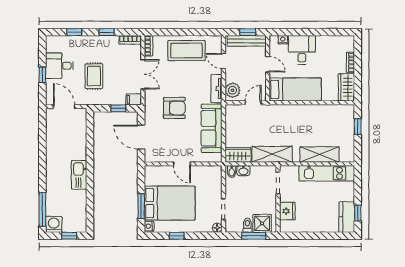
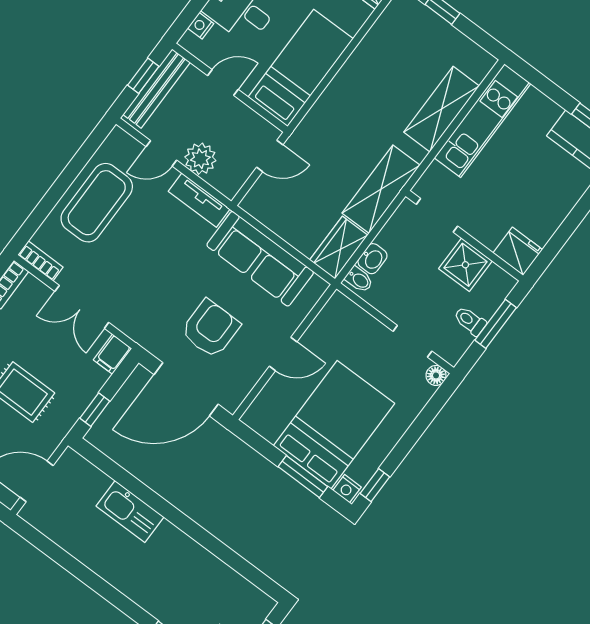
double door: (143, 74) -> (82, 307), swing flipped
plant: (232, 90) -> (200, 159), moved
door: (253, 103) -> (270, 156), swing flipped
window: (118, 108) -> (95, 410), moved
armchair: (174, 108) -> (210, 329), moved
door: (141, 137) -> (186, 389), width x1.36
kitchen sink: (79, 175) -> (130, 511), moved
fridge: (287, 211) -> (518, 251), moved
shower: (262, 223) -> (465, 265), moved
window: (177, 236) -> (375, 485), moved

